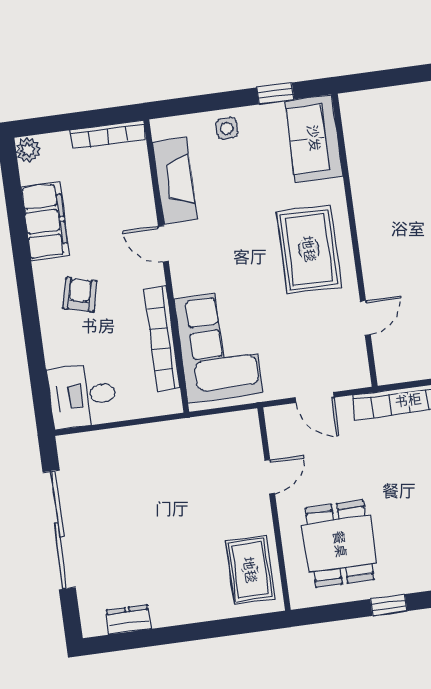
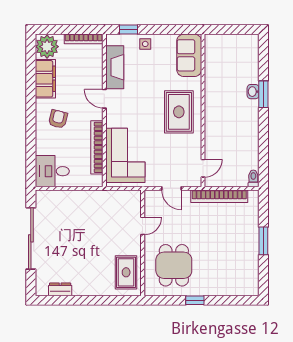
window: (275, 93) -> (129, 29), moved
plant: (28, 150) -> (47, 47), width x1.88, depth x1.88
door: (365, 318) -> (203, 168), moved

